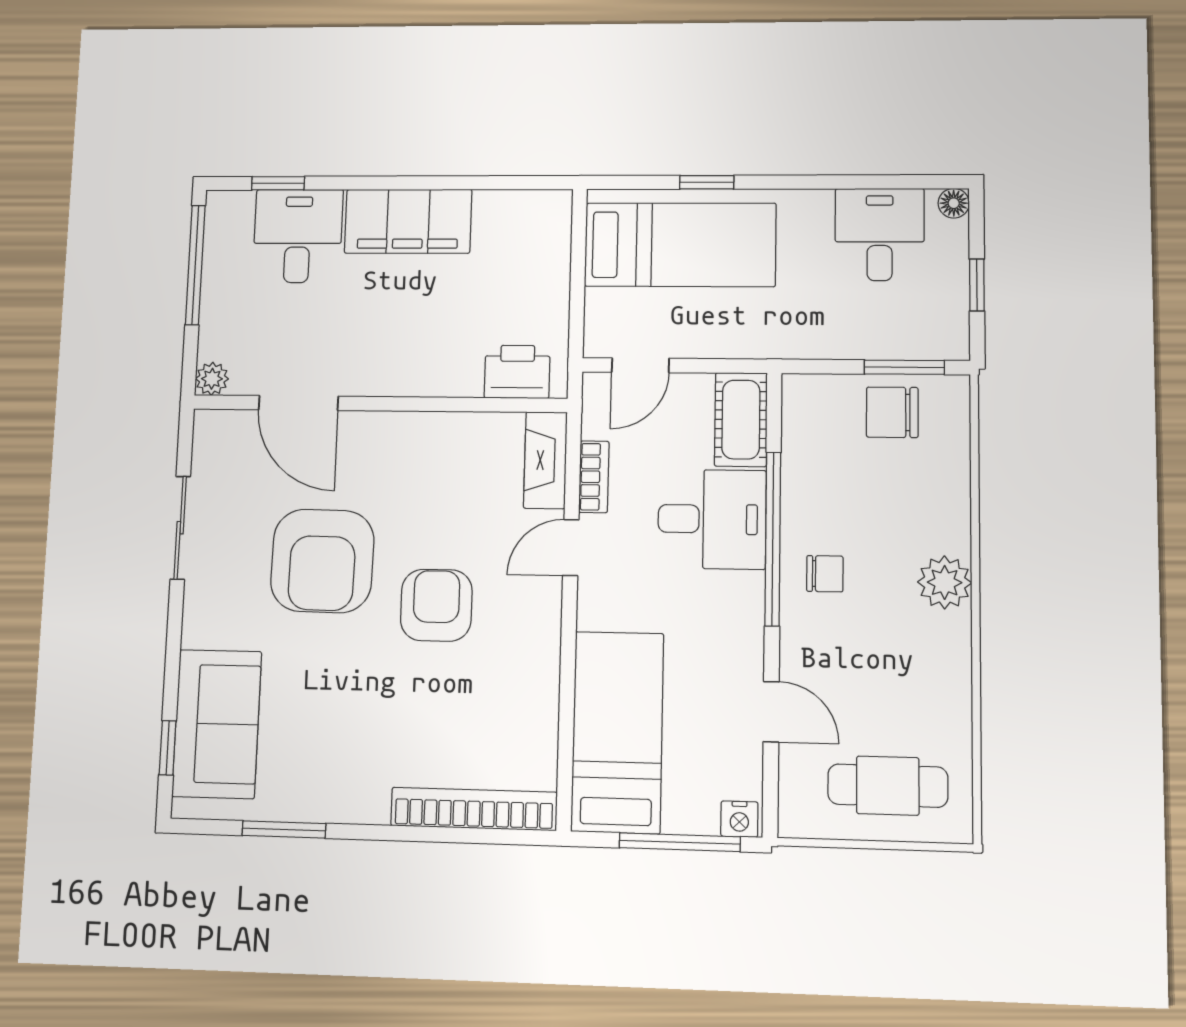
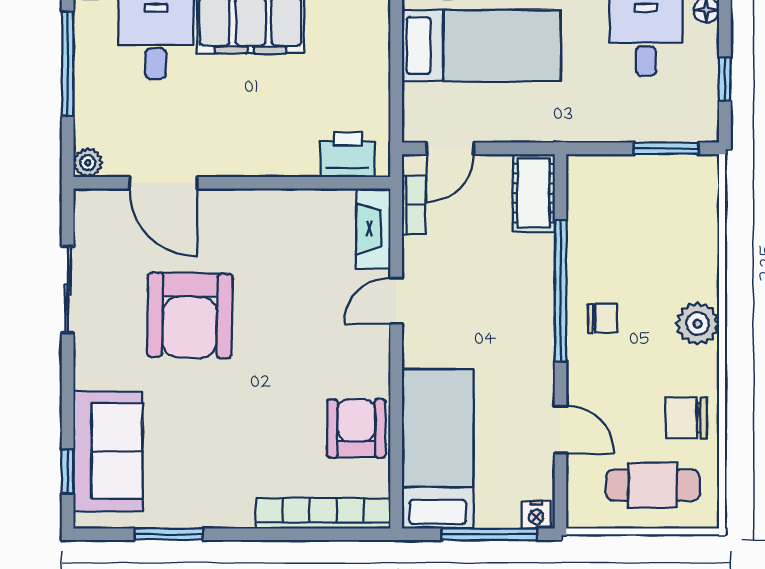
chair: (892, 412) -> (686, 418), moved
bookcase: (594, 477) -> (414, 205), moved
desk: (712, 519) -> (511, 276), removed
armchair: (436, 605) -> (356, 428), moved

